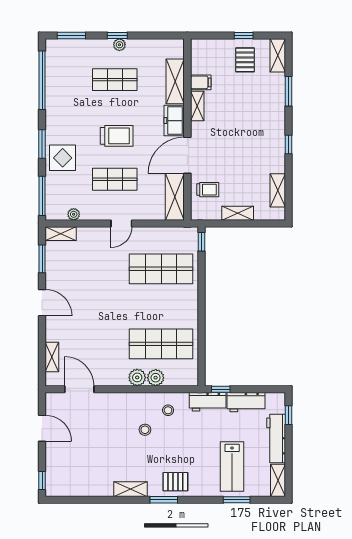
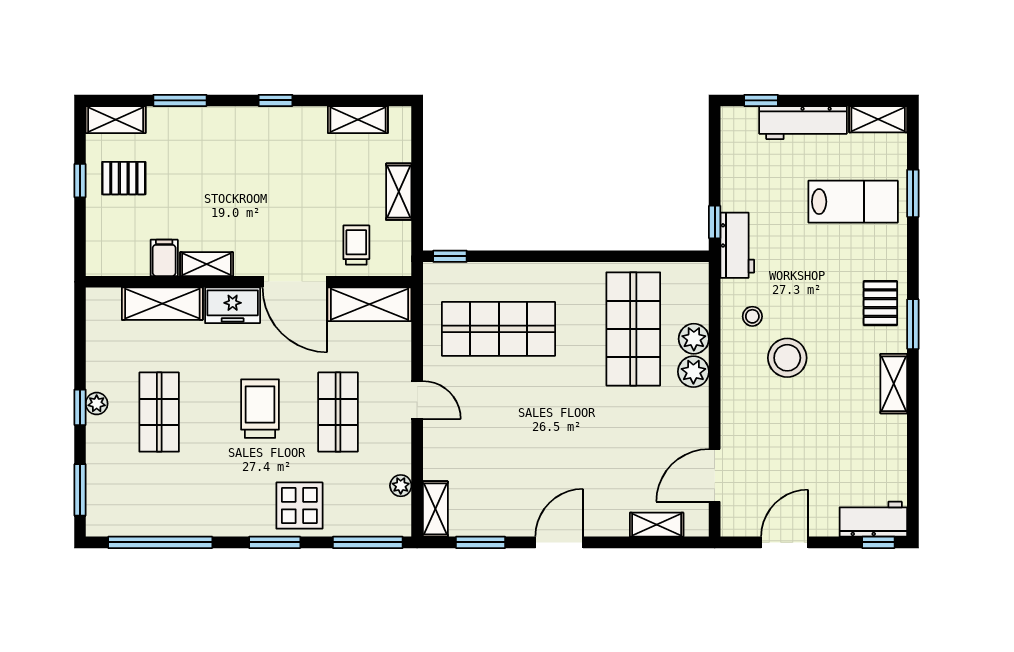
shop shelf: (161, 269) -> (499, 329), turned 90
workbench: (246, 402) -> (873, 519), moved, turned -90
stool: (145, 430) -> (787, 358), width x1.89, depth x1.89

